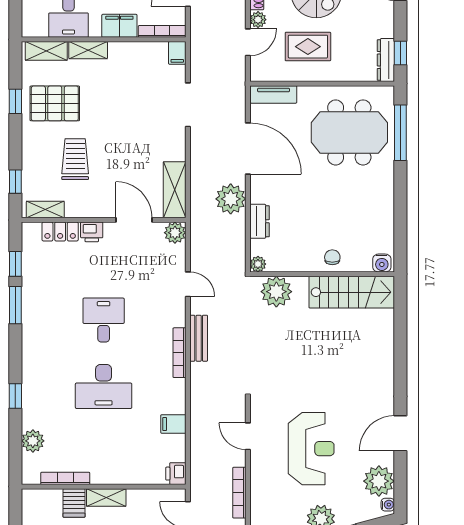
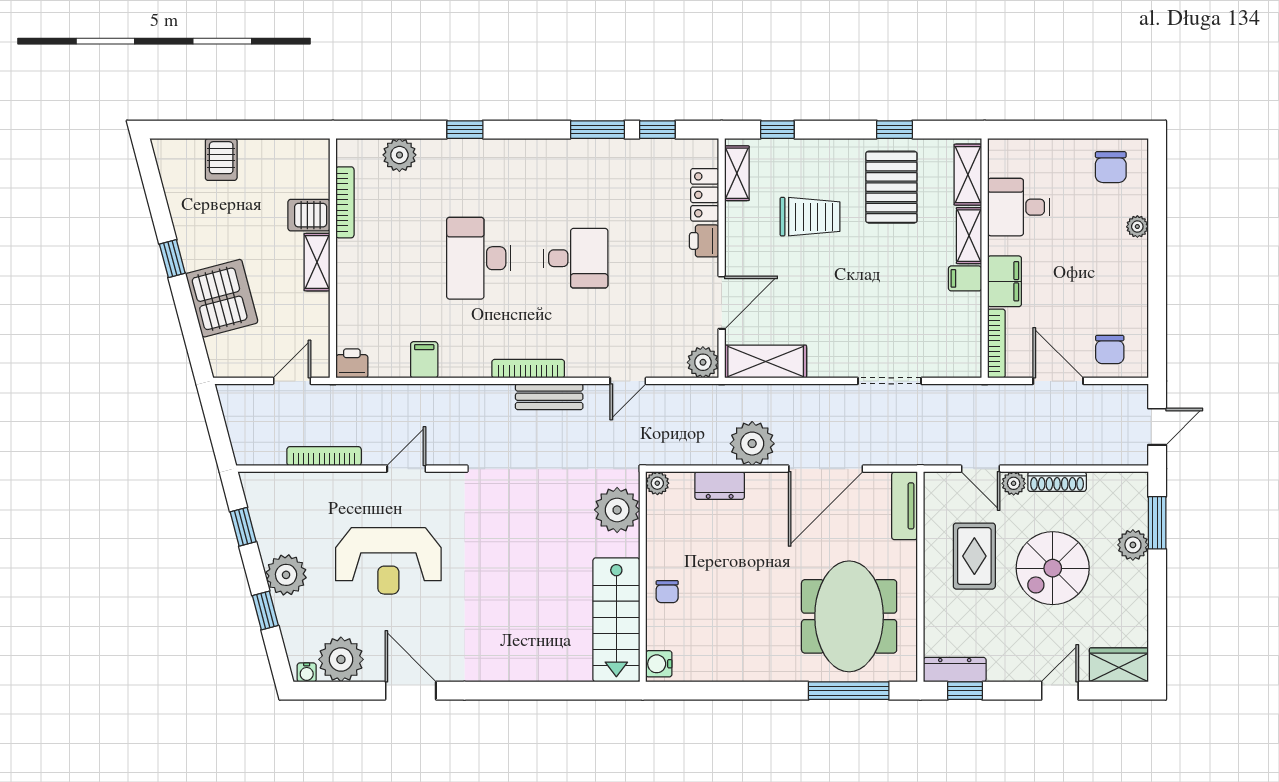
filing cabinet: (177, 53) -> (965, 278), moved
chair: (332, 257) -> (667, 592), turned 90

